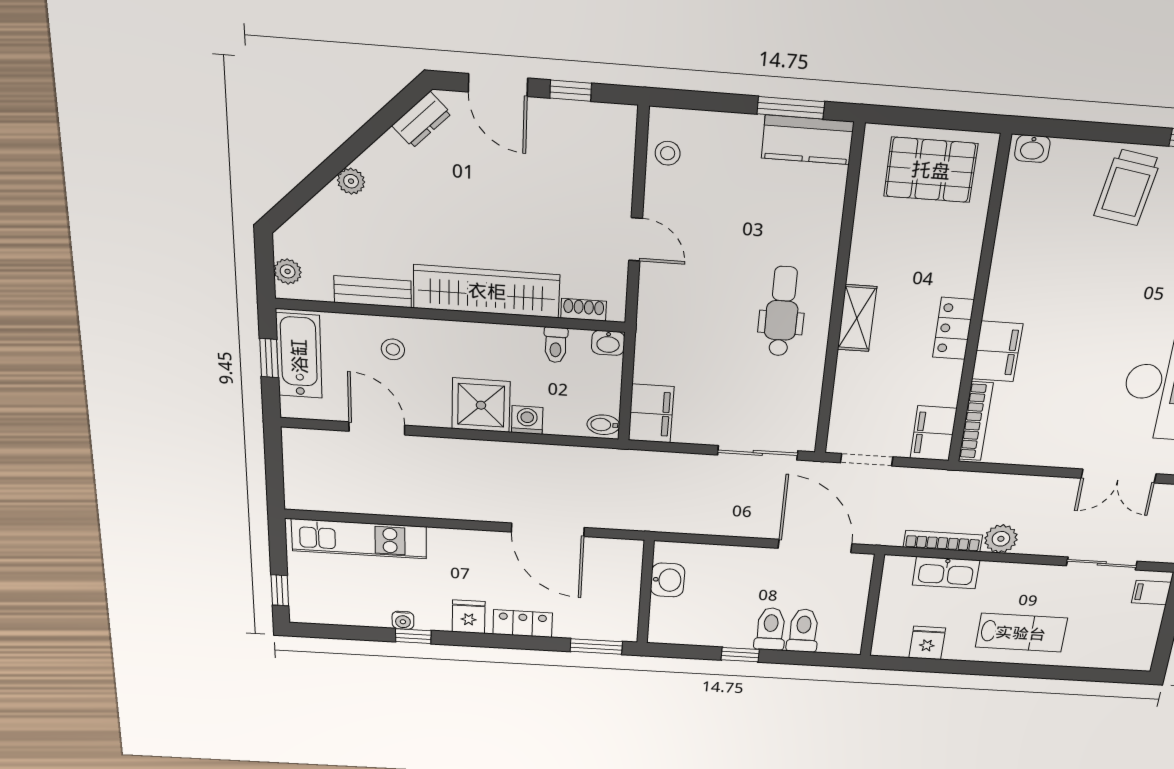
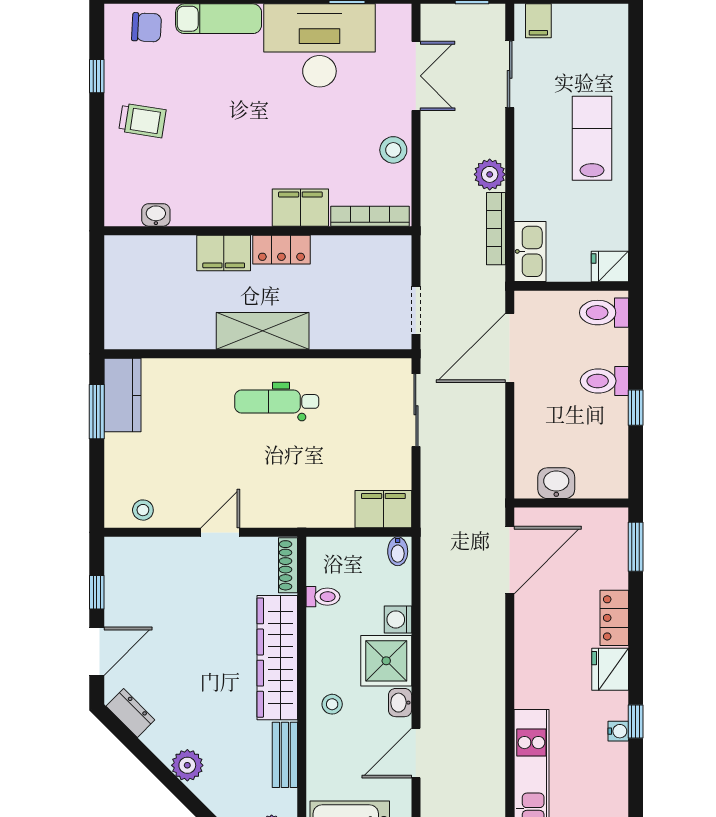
washbasin: (1032, 149) -> (156, 215), moved, turned -90
pallet: (931, 170) -> (140, 289), removed
plant: (351, 181) -> (187, 765), width x1.38, depth x1.38
trolley: (1127, 187) -> (142, 120), width x0.73, depth x0.72
shoe rack: (584, 310) -> (288, 565), width x1.43
shelving: (857, 318) -> (263, 331), width x1.50, depth x1.33
washbasin: (608, 343) -> (400, 703), moved, turned 180
stool: (393, 349) -> (332, 704), moved
filing cabinet: (934, 433) -> (224, 253), moved
stool: (1044, 449) -> (393, 150), added
door: (548, 530) -> (510, 560), moved
kitchen sink: (946, 573) -> (530, 251), moved
fridge: (469, 617) -> (610, 669), width x1.38
toilet: (803, 631) -> (604, 313), moved
fridge: (927, 643) -> (610, 266), moved

